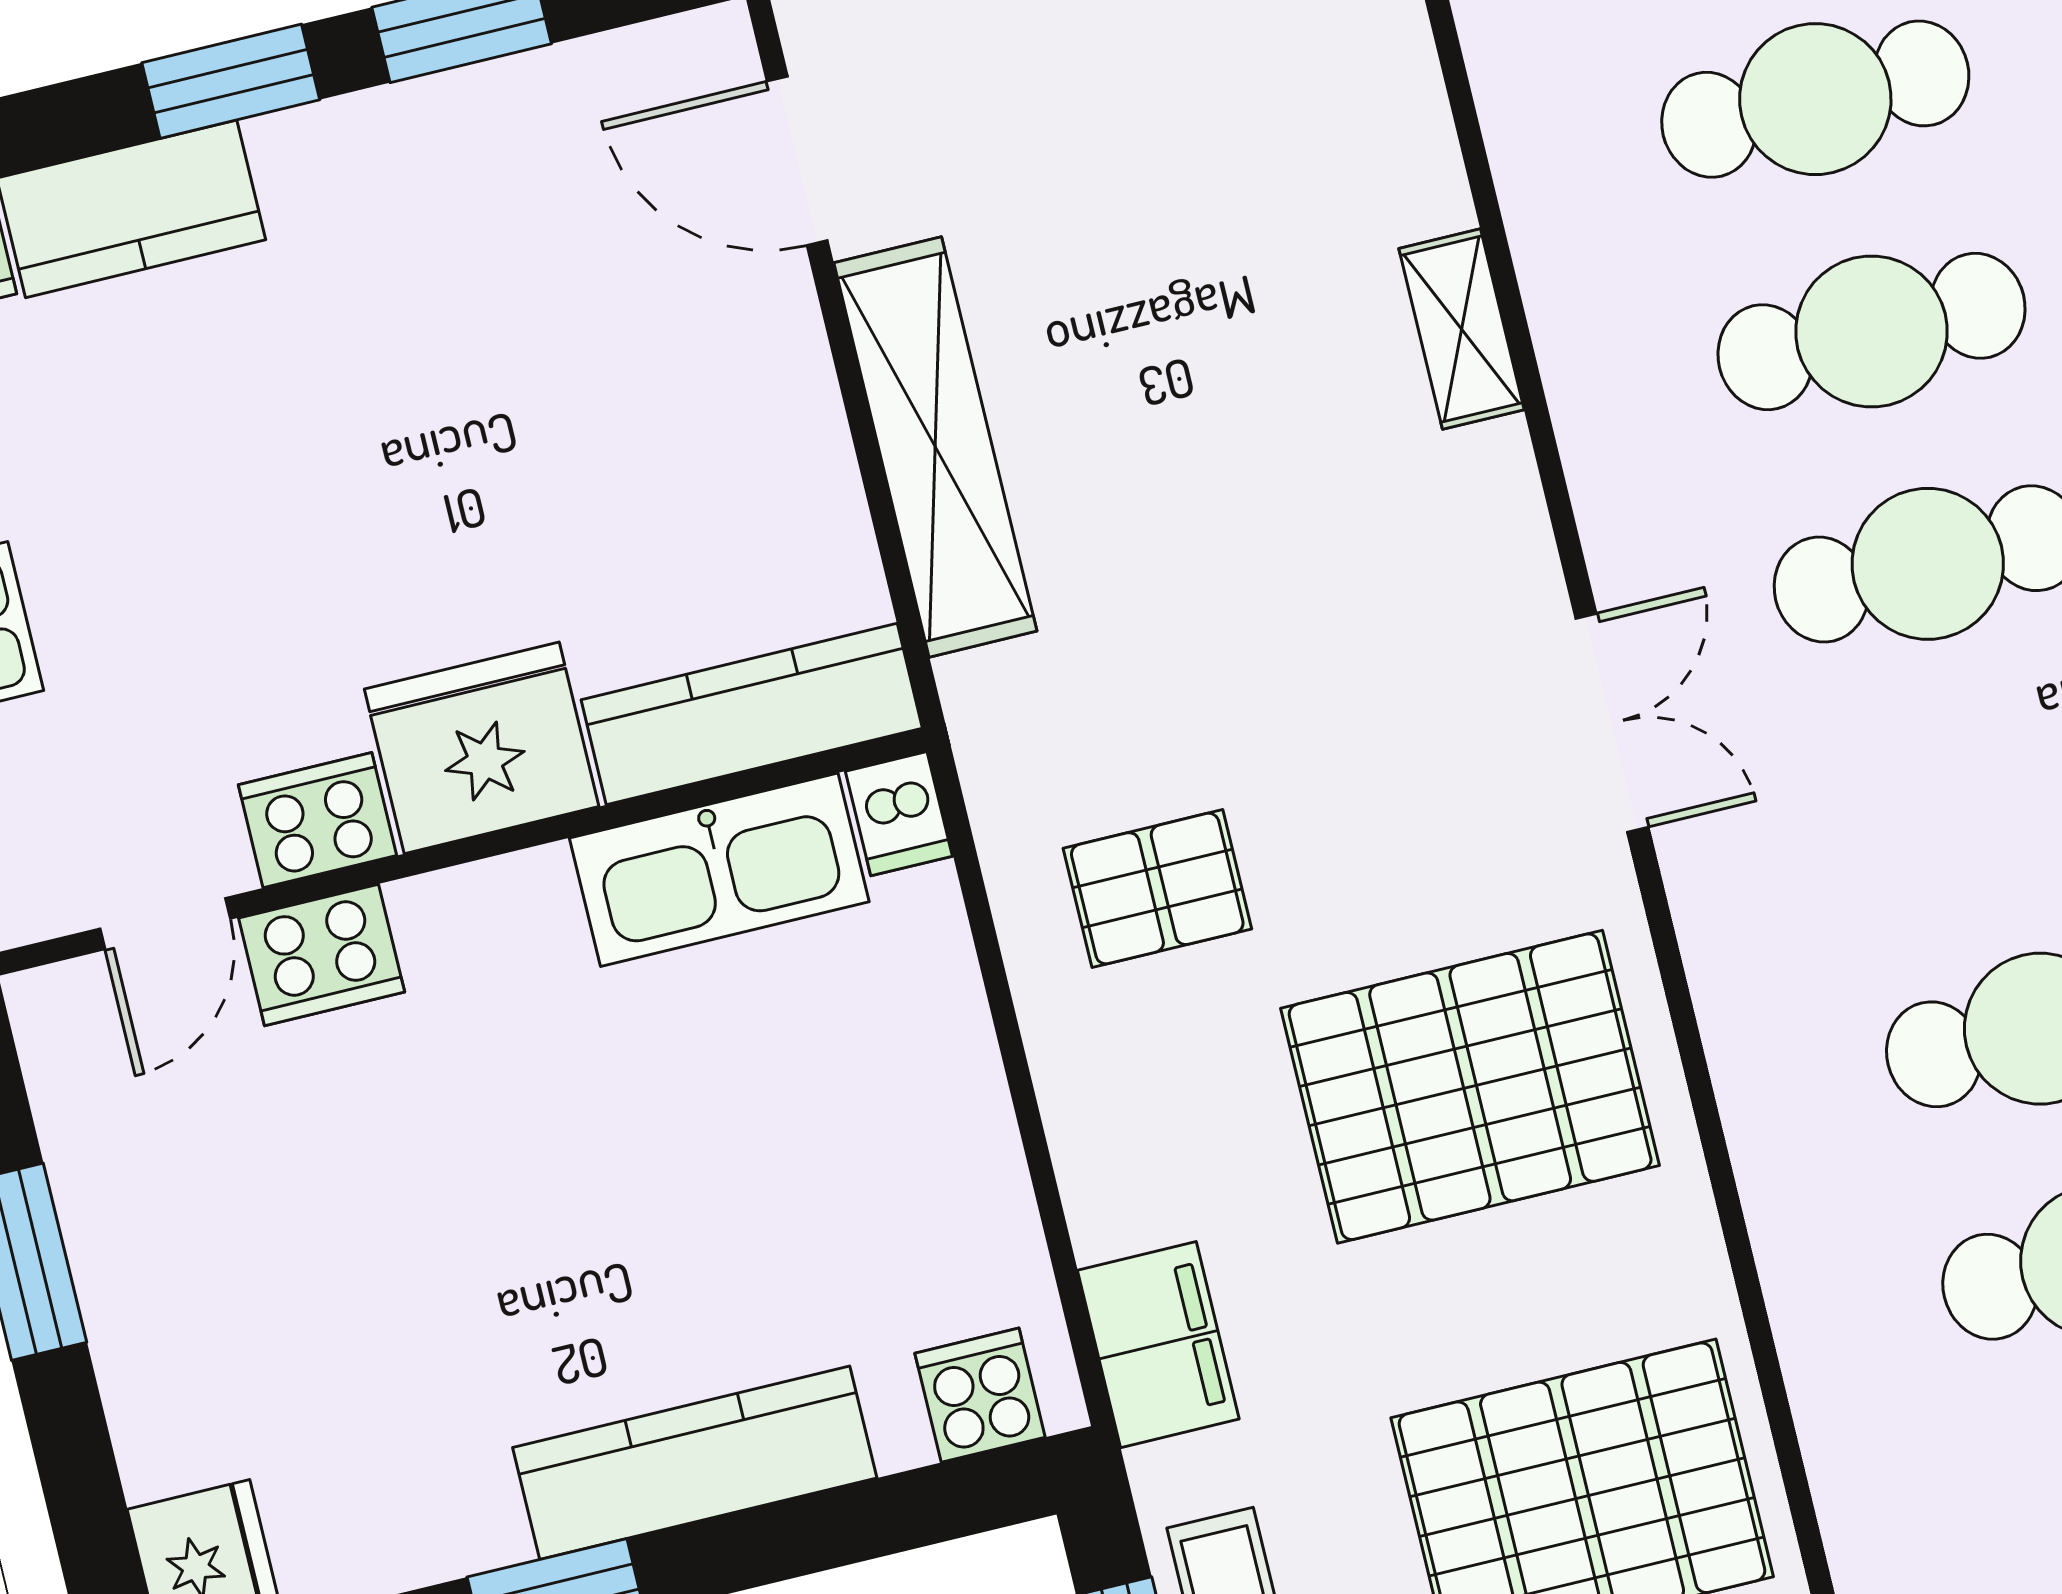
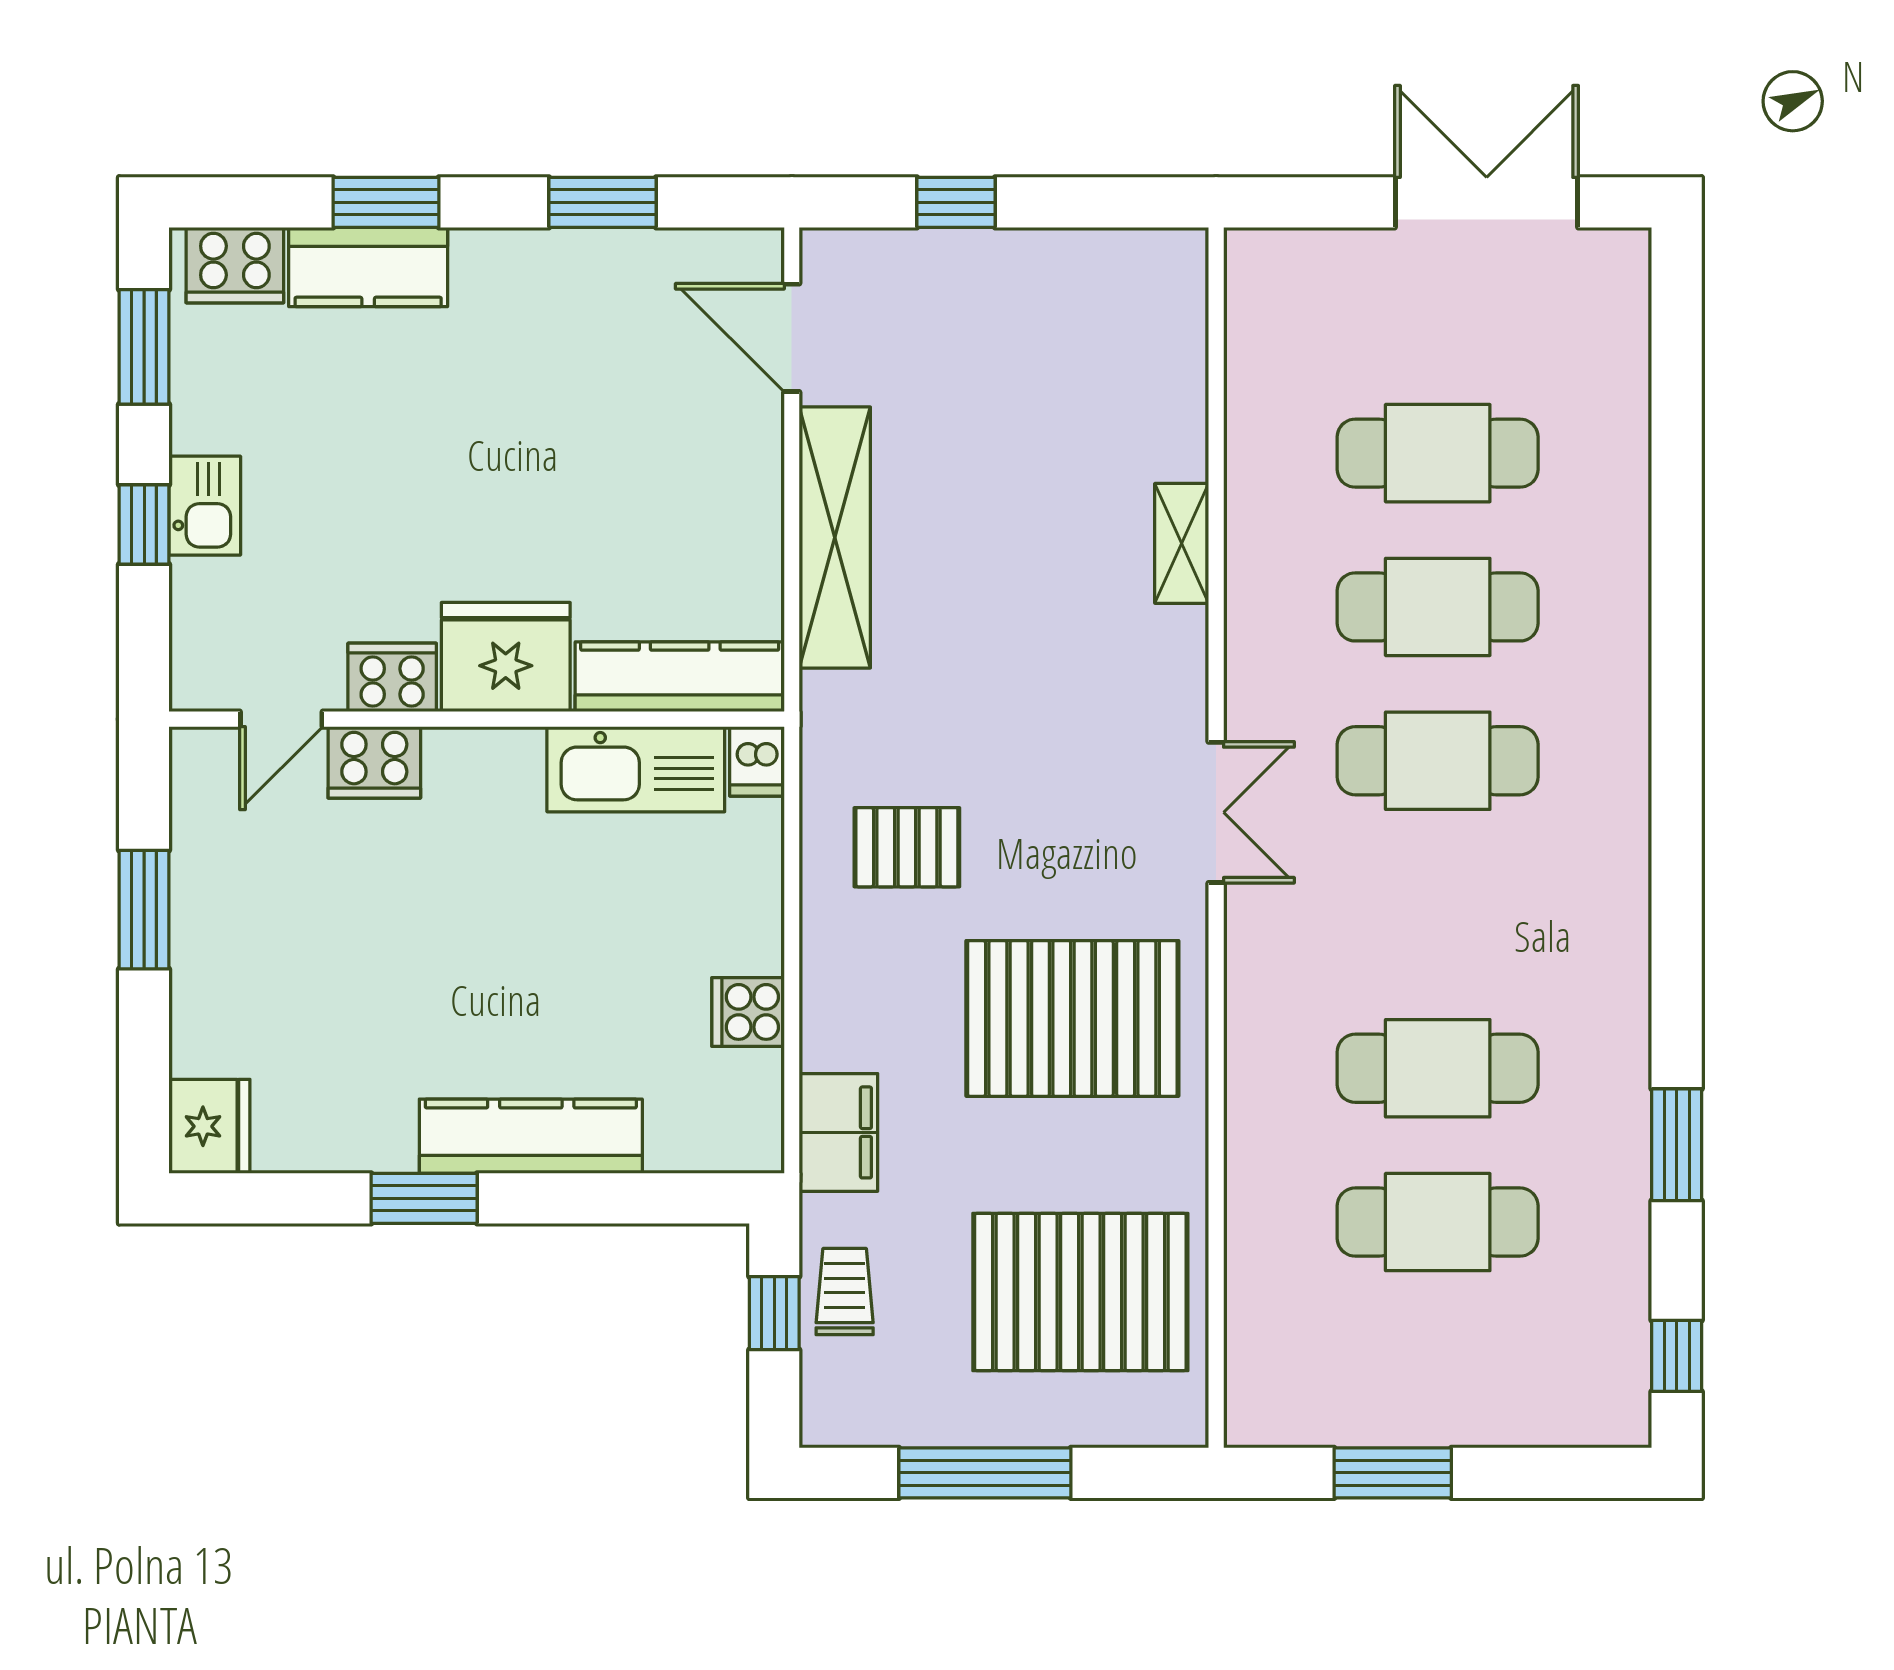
window: (231, 81) -> (386, 202), moved
cooker: (980, 1395) -> (748, 1012), moved, turned -90

